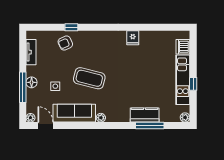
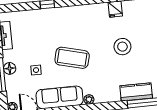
armchair: (65, 43) -> (42, 22), removed
stool: (136, 73) -> (122, 47), added

